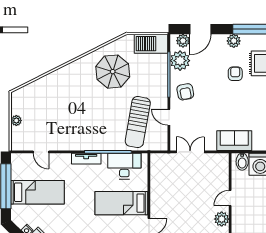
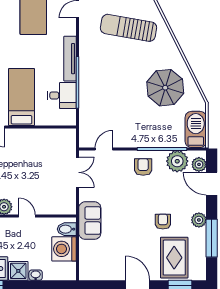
armchair: (235, 74) -> (163, 222), turned -90
armchair: (185, 92) -> (143, 167), turned 101
door: (169, 117) -> (104, 149), moved
sun lounger: (138, 122) -> (129, 28), moved
tv unit: (86, 159) -> (70, 59), width x1.41
desk: (124, 166) -> (62, 95), width x0.73

